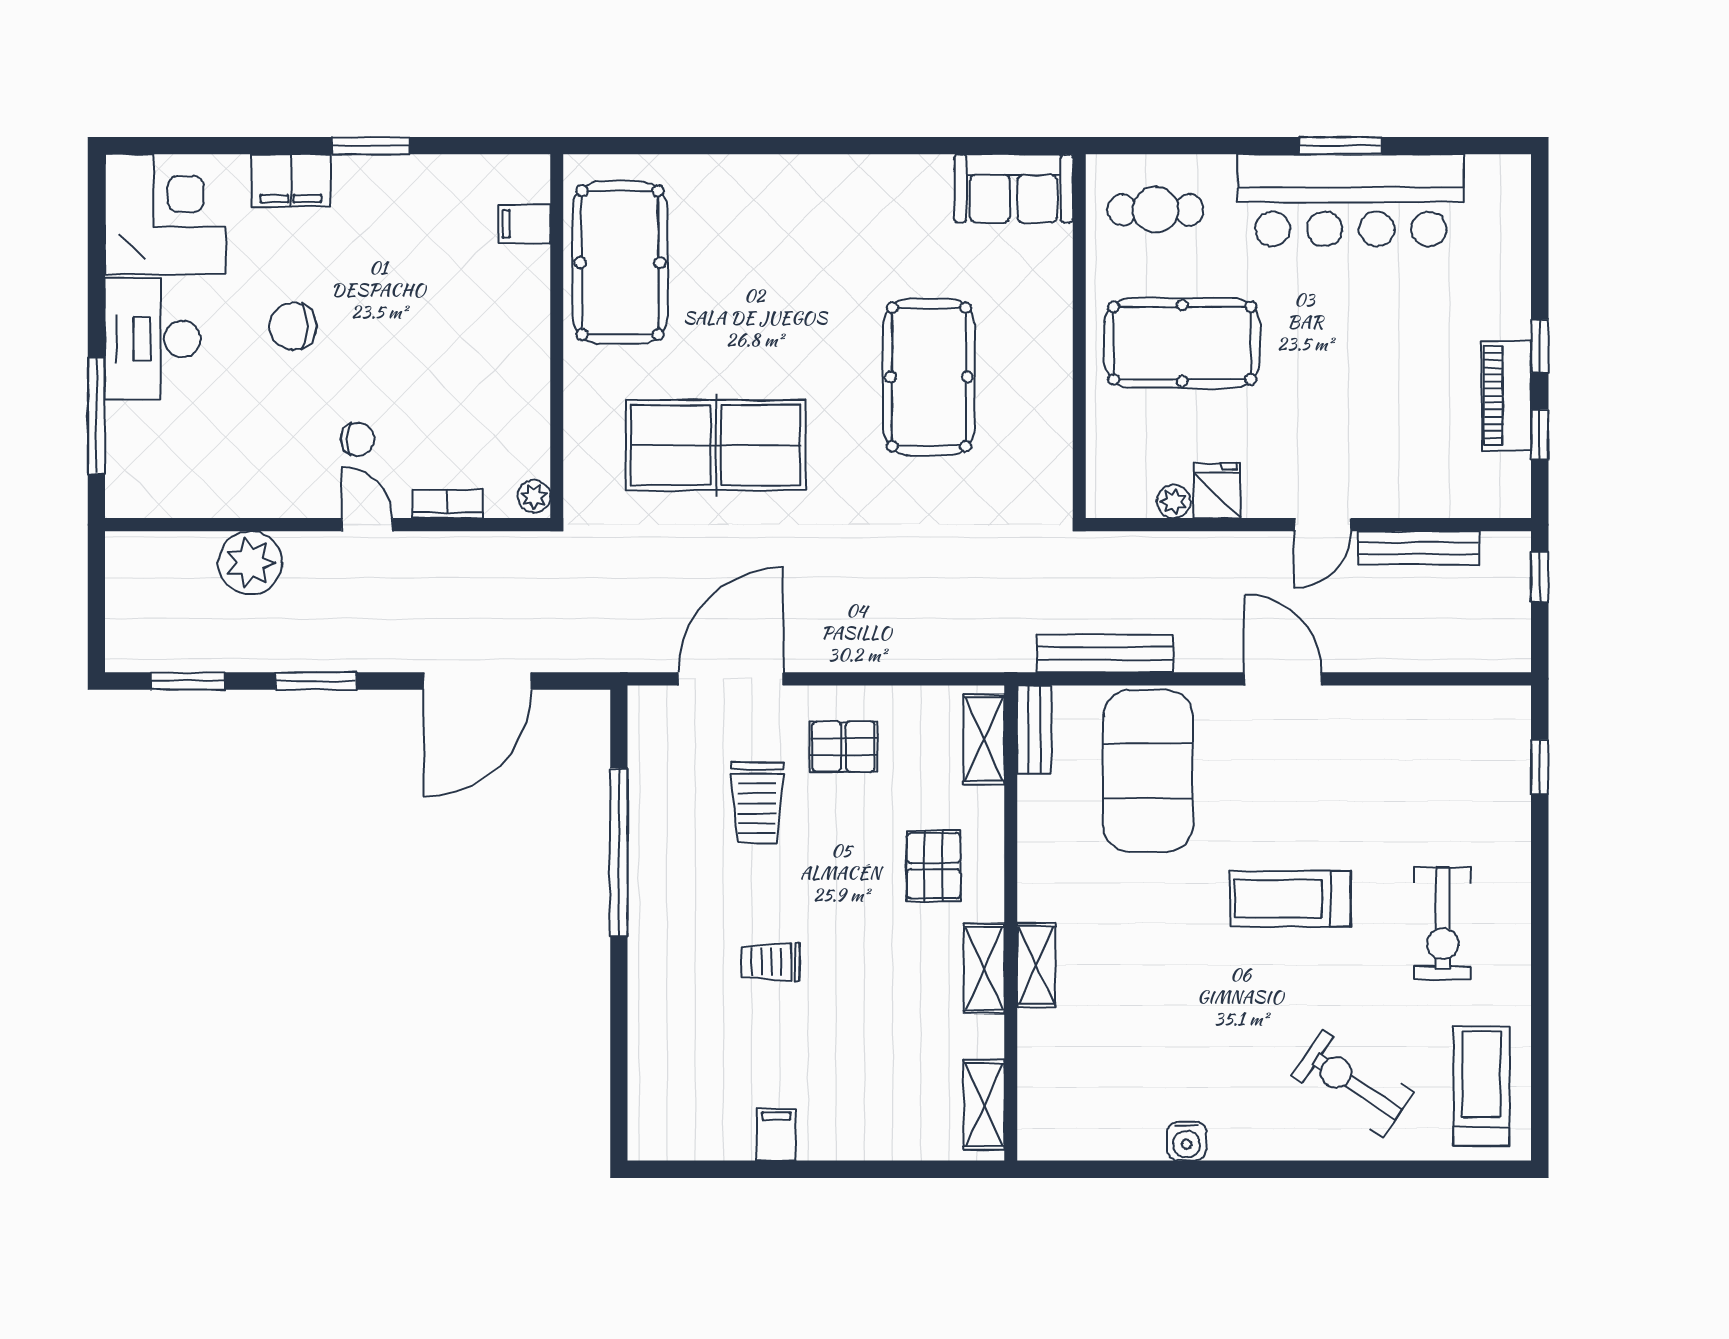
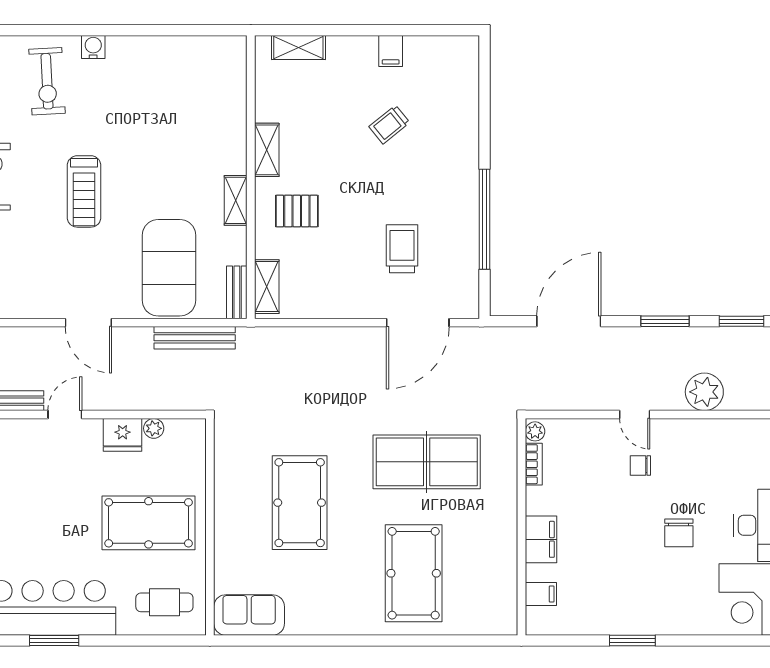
filing cabinet: (291, 180) -> (541, 539), moved, turned 90
pool table: (620, 263) -> (414, 573), moved
chair: (293, 326) -> (679, 533), turned 90
fridge: (1217, 491) -> (123, 435), width x1.38
bookcase: (447, 504) -> (534, 464), moved, turned -90
pallet: (843, 747) -> (351, 282), removed
pallet: (934, 866) -> (297, 211), turned 90
treadmill: (1290, 899) -> (84, 191), turned 90
trolley: (770, 962) -> (389, 125), moved, turned 141
shelving: (1036, 965) -> (236, 200), moved
exercise bike: (1353, 1084) -> (47, 81), turned 53
shelving: (984, 1105) -> (298, 47), moved, turned 90
water cooler: (1187, 1141) -> (93, 47), moved

